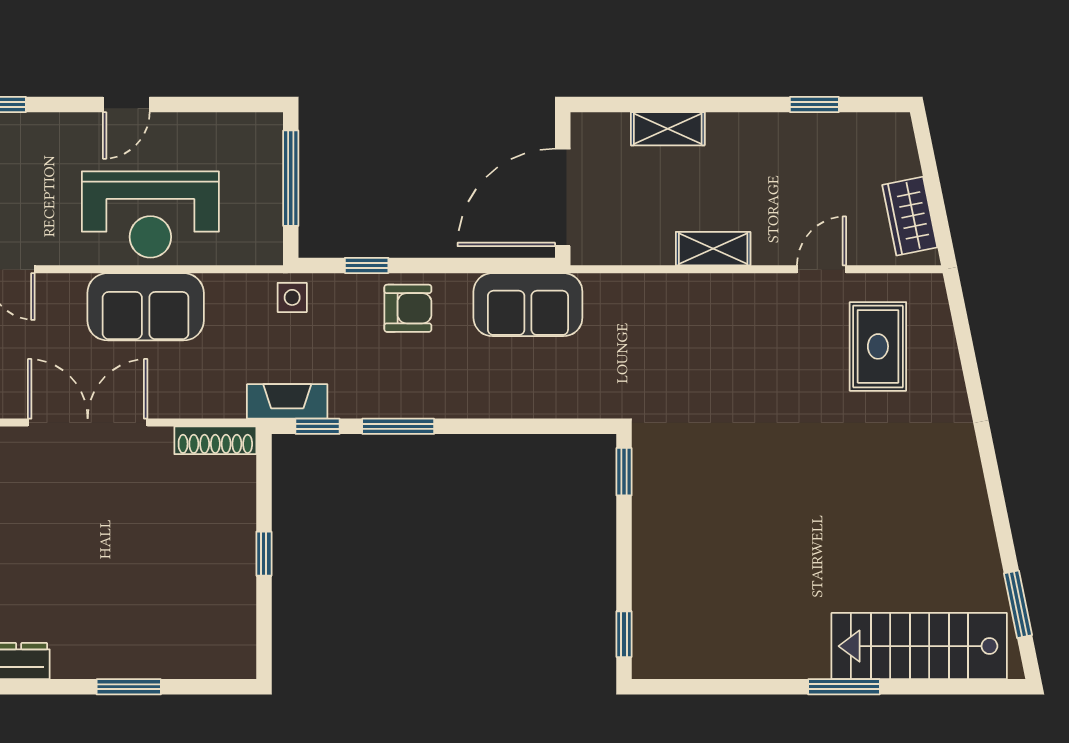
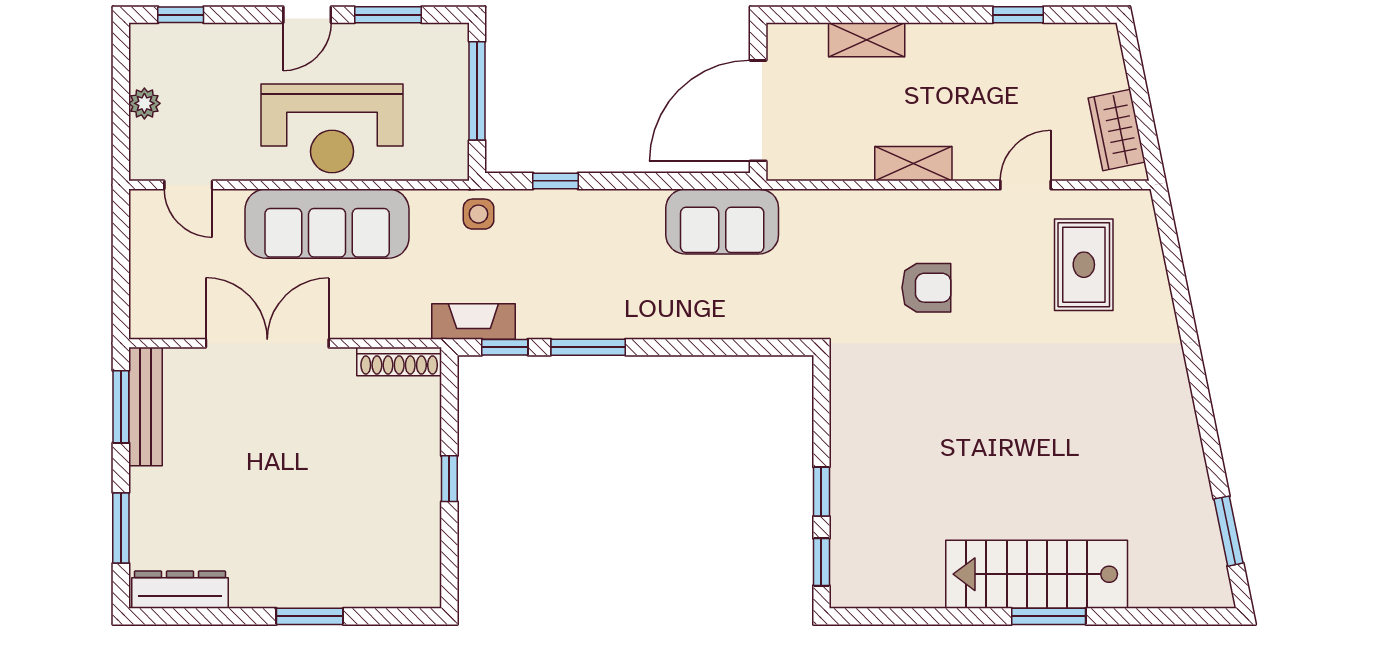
window: (205, 105) -> (388, 15), added
sofa: (146, 307) -> (327, 224), width x1.36
armchair: (408, 308) -> (926, 288), moved
window: (624, 472) -> (821, 492), moved
stairs: (919, 646) -> (1037, 574), moved

